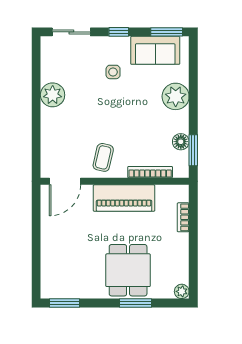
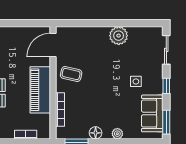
plant: (176, 96) -> (117, 134), width x0.53, depth x0.53
floor lamp: (181, 142) -> (96, 133), moved
door: (65, 181) -> (53, 45), hinge flipped

